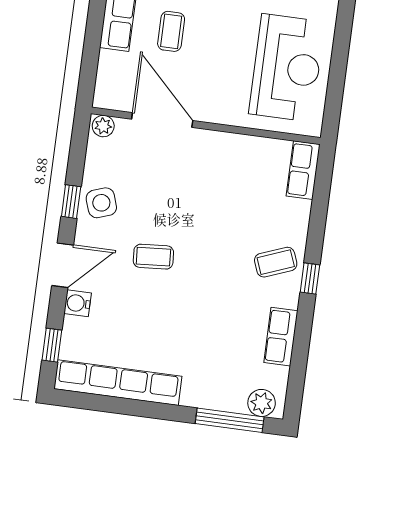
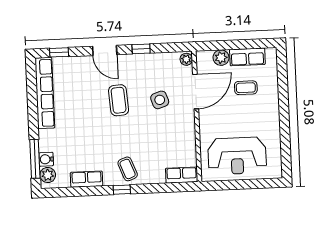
plant: (111, 65) -> (221, 58), added
side table: (101, 203) -> (160, 100), moved
coffee table: (153, 257) -> (119, 100), width x1.36, depth x1.30
water cooler: (78, 303) -> (46, 159), moved, turned -90

